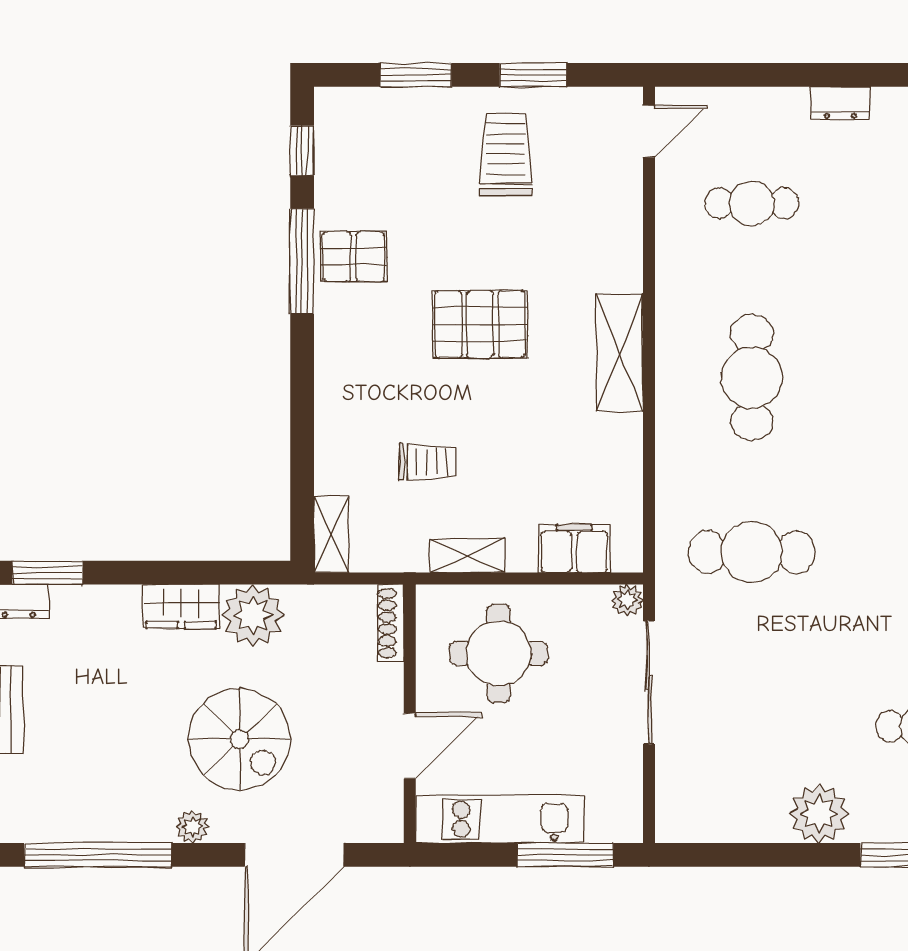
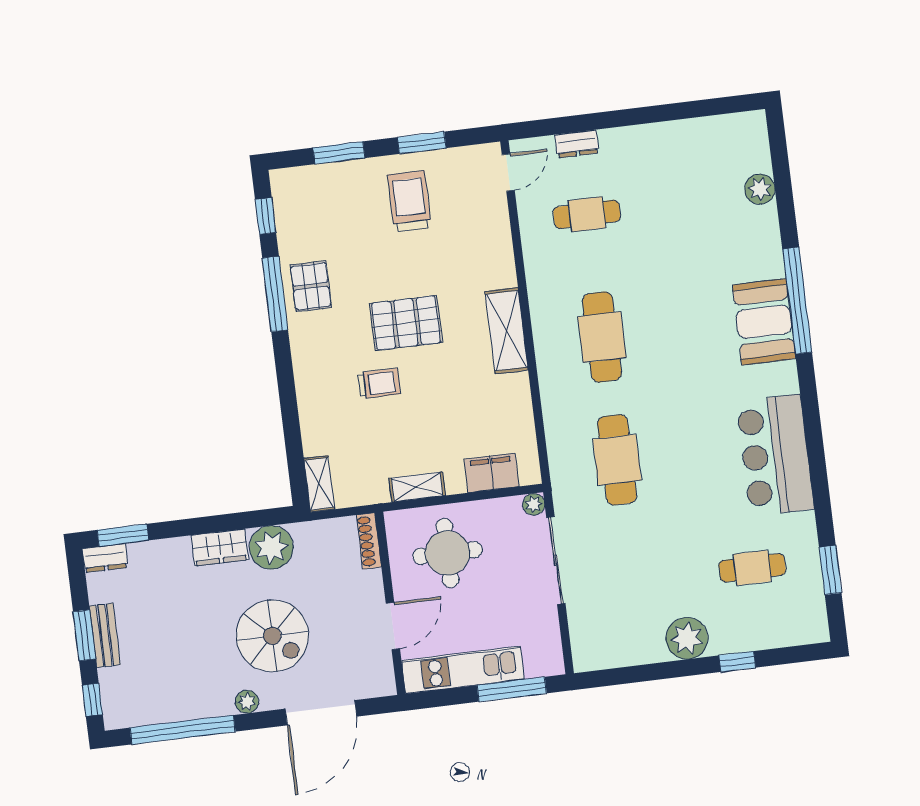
dresser: (840, 103) -> (577, 144), moved
pallet: (353, 257) -> (311, 286), turned 90
trolley: (428, 462) -> (379, 383), moved
cafe table: (752, 552) -> (617, 460), turned 90

